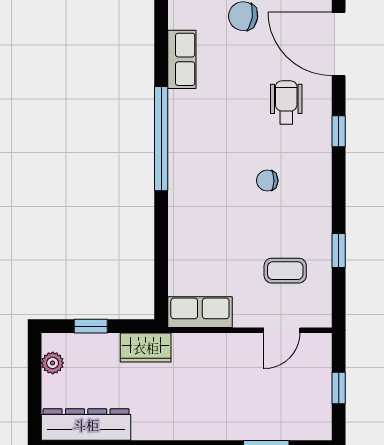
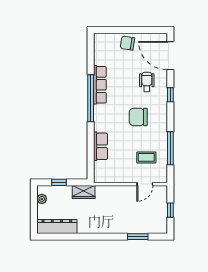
row of seats: (182, 59) -> (100, 85), moved, width x1.48
chair: (267, 181) -> (138, 117), width x1.87, depth x1.87
window: (339, 250) -> (170, 148), width x2.17
row of seats: (200, 312) -> (101, 146), moved, turned 90

